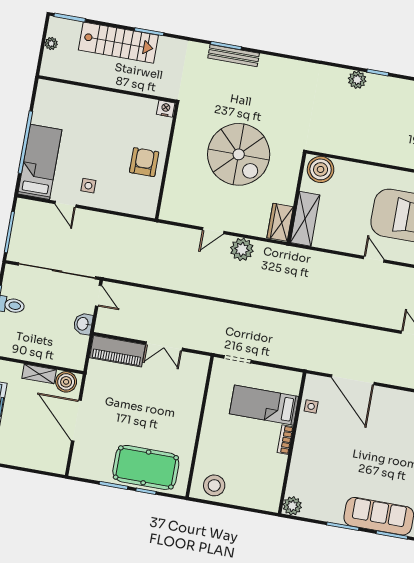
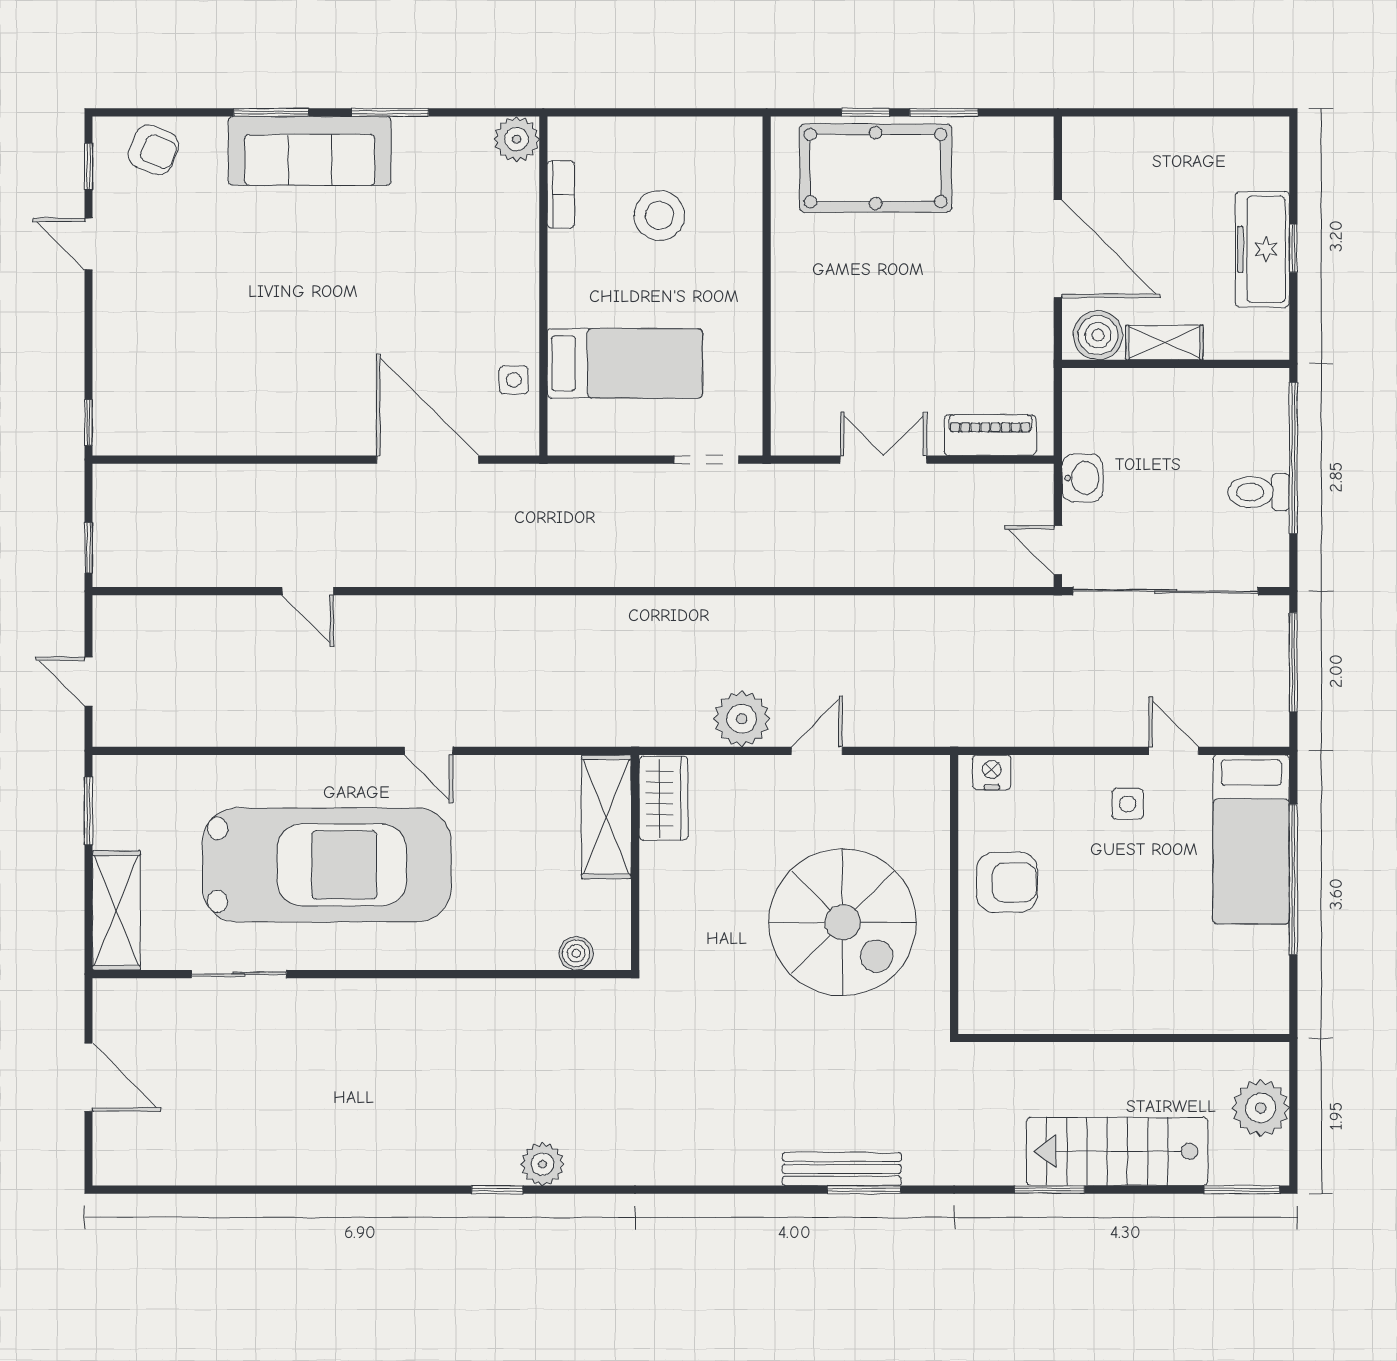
plant: (51, 43) -> (1261, 1108), width x1.88, depth x1.88
nightstand: (166, 109) -> (992, 772), moved, turned 180
spiral stairs: (239, 154) -> (843, 922), moved, turned 180
armchair: (144, 162) -> (1007, 882), turned -90
boiler: (321, 169) -> (576, 953), width x0.54, depth x0.54
piano: (117, 351) -> (990, 435), width x0.73, depth x0.75
bookcase: (285, 440) -> (561, 194), moved
stool: (214, 485) -> (659, 215), moved

